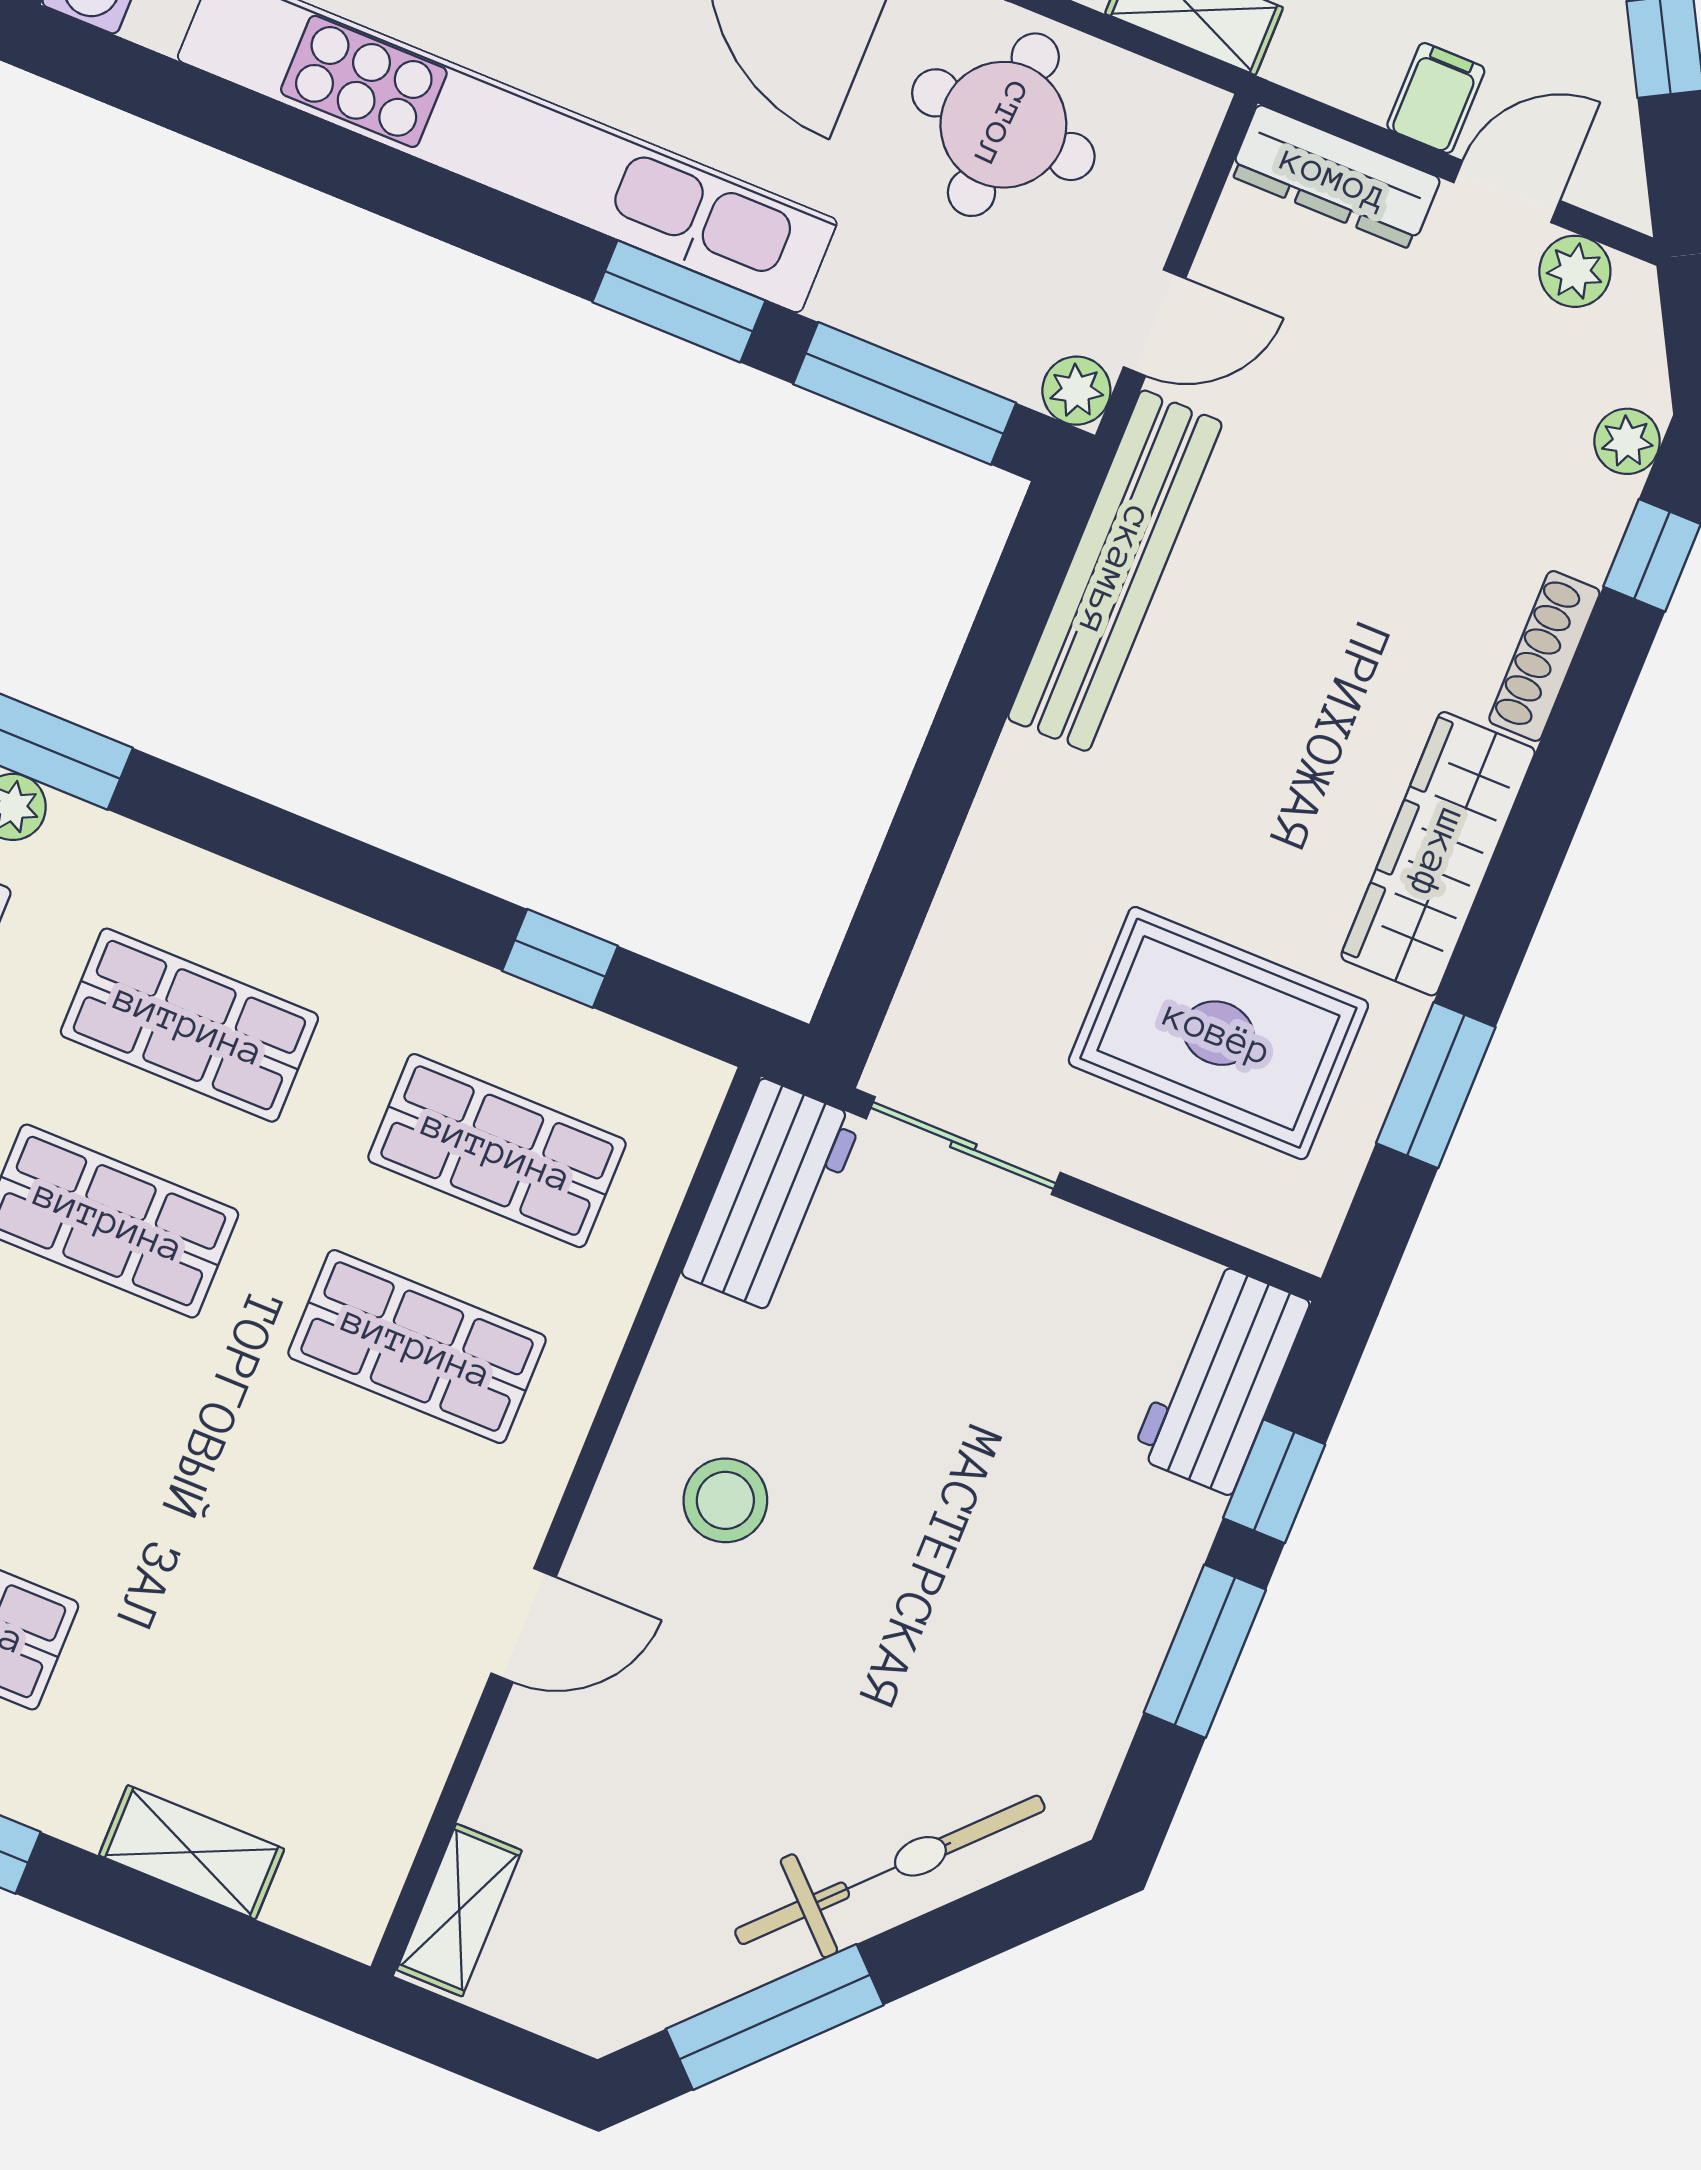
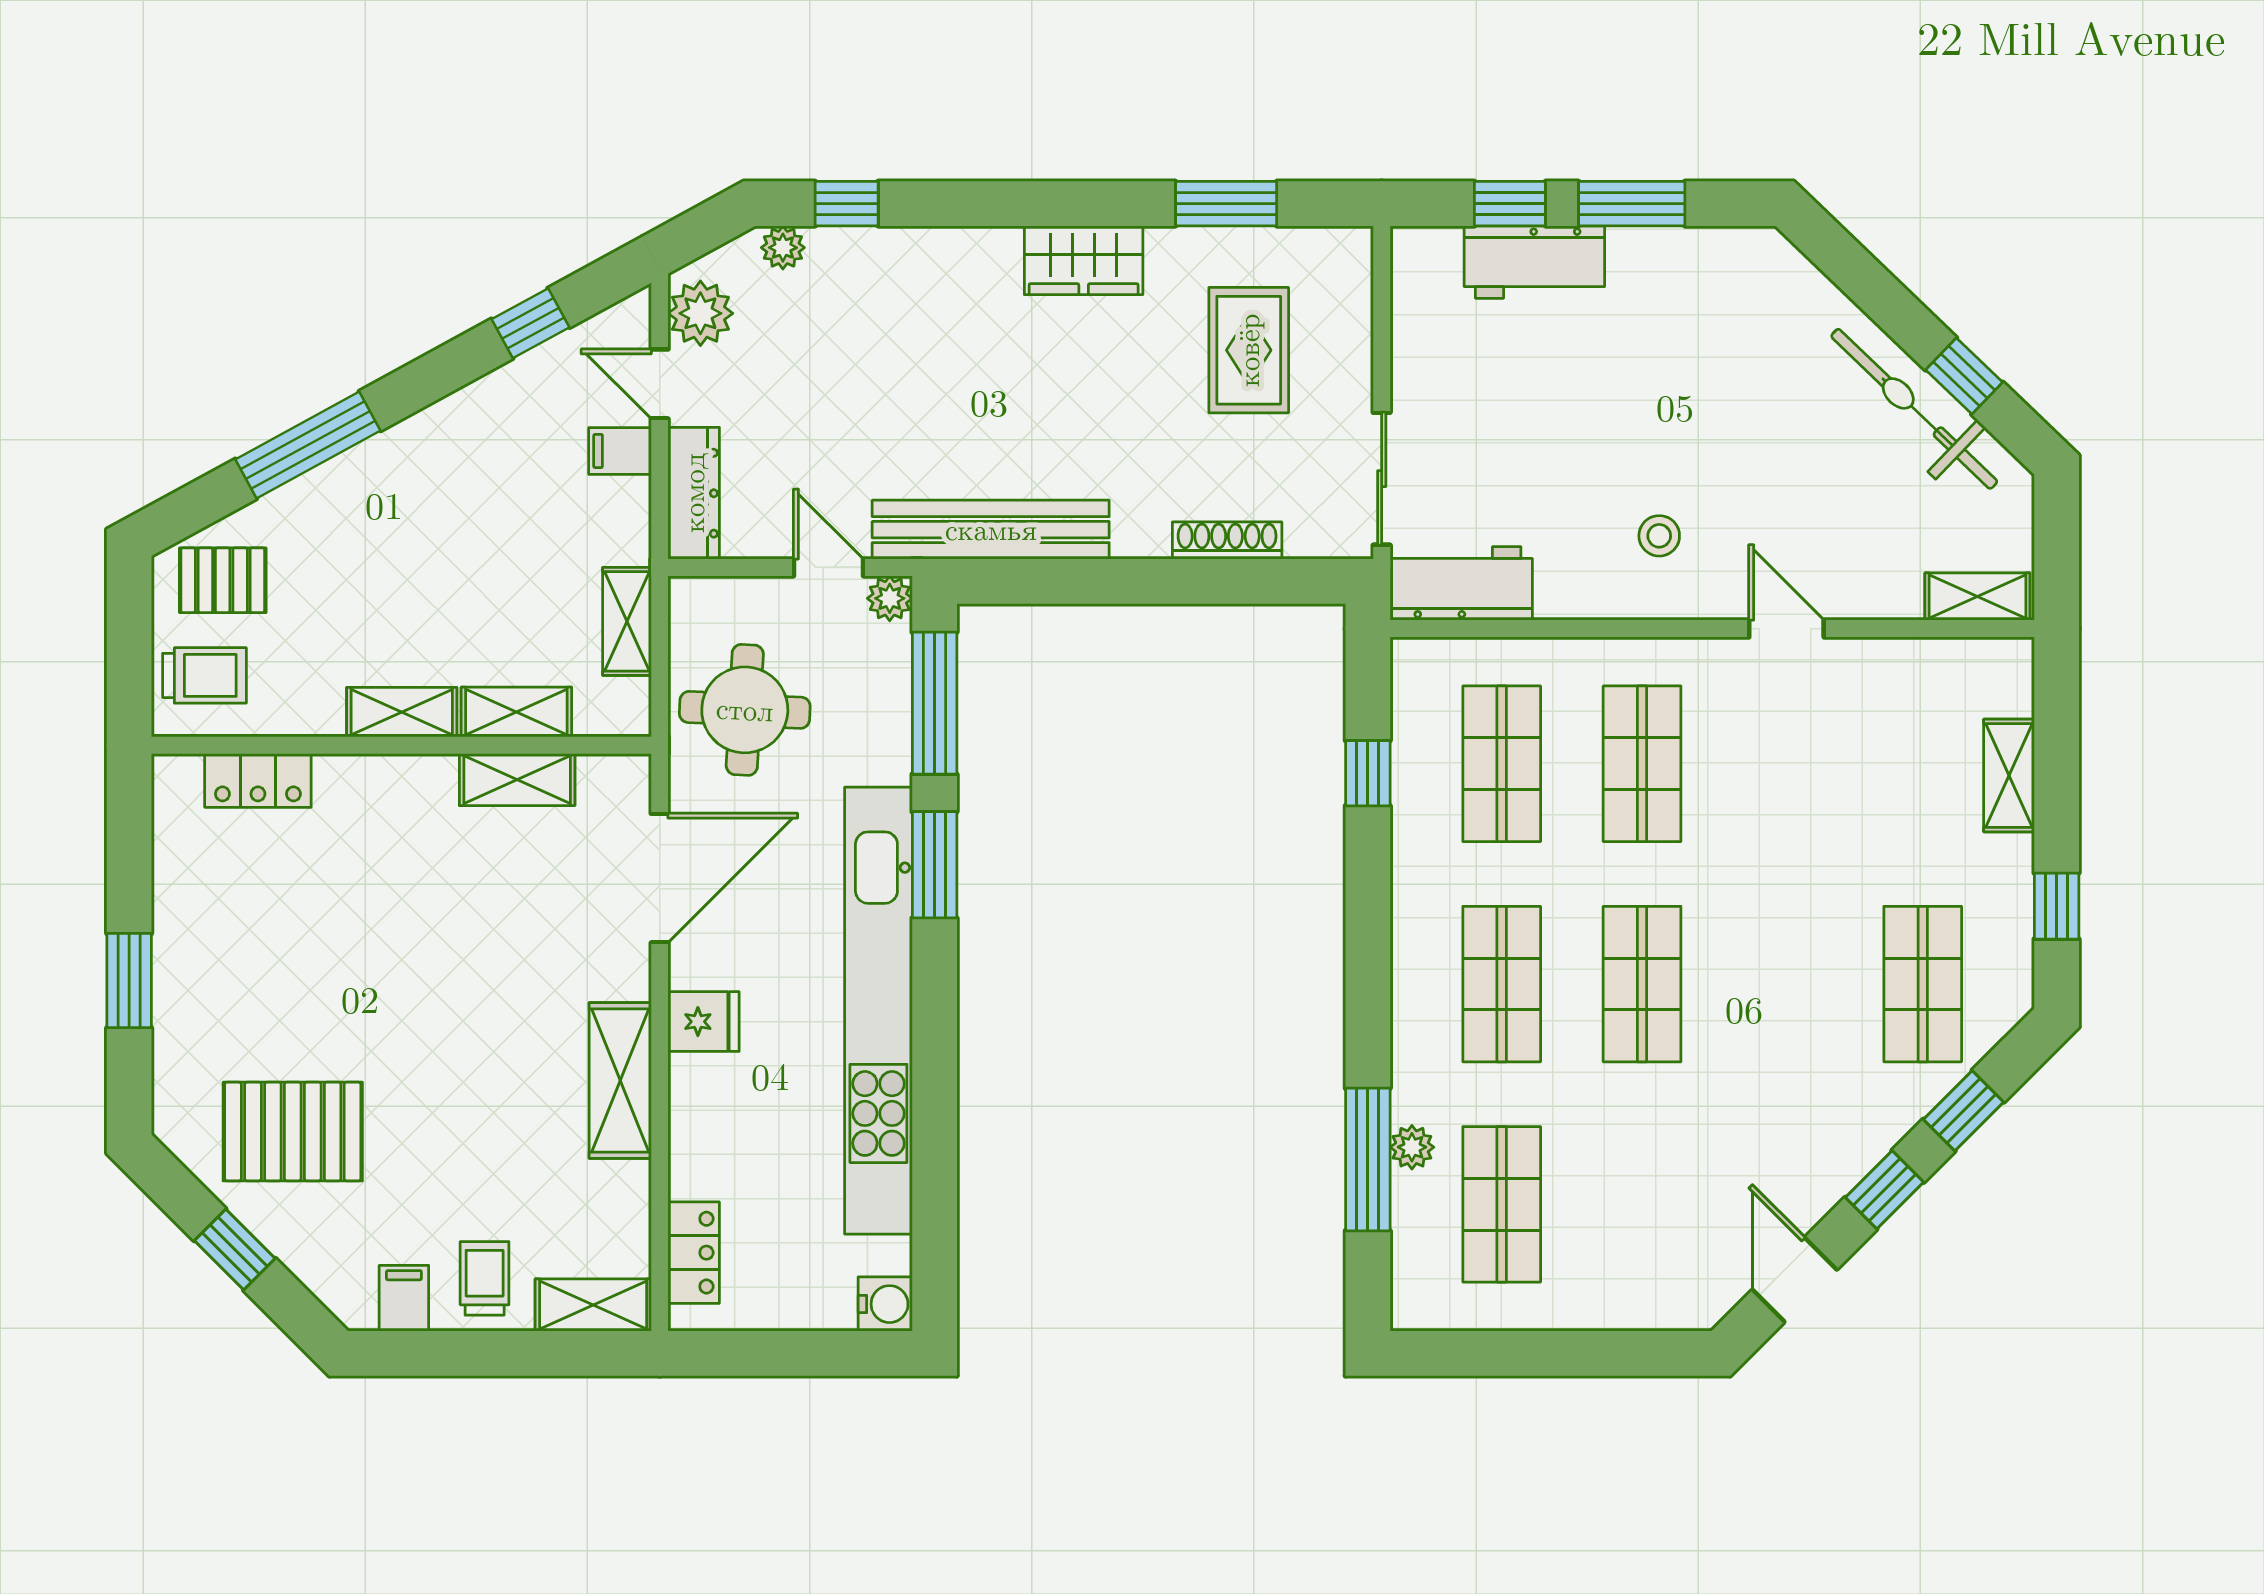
plant: (1575, 271) -> (700, 313), width x1.38, depth x1.38
shoe rack: (1544, 656) -> (1227, 541), moved, turned 180
wardrobe: (1438, 854) -> (1084, 260), width x0.67
rug: (1218, 1033) -> (1249, 350), width x0.73, depth x0.70
workbench: (1221, 1378) -> (1534, 262), moved
stool: (725, 1500) -> (1659, 536), width x0.73, depth x0.73
bicycle: (890, 1870) -> (1914, 409), moved
window: (775, 2017) -> (1964, 376), width x0.46

